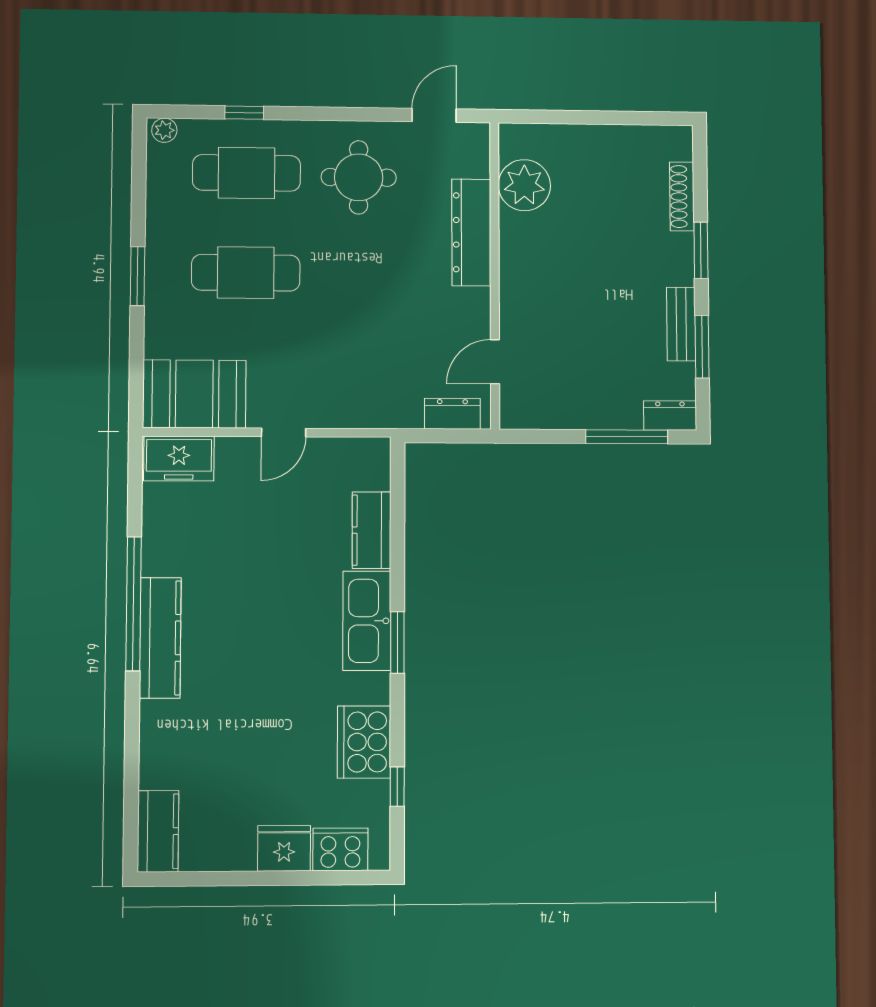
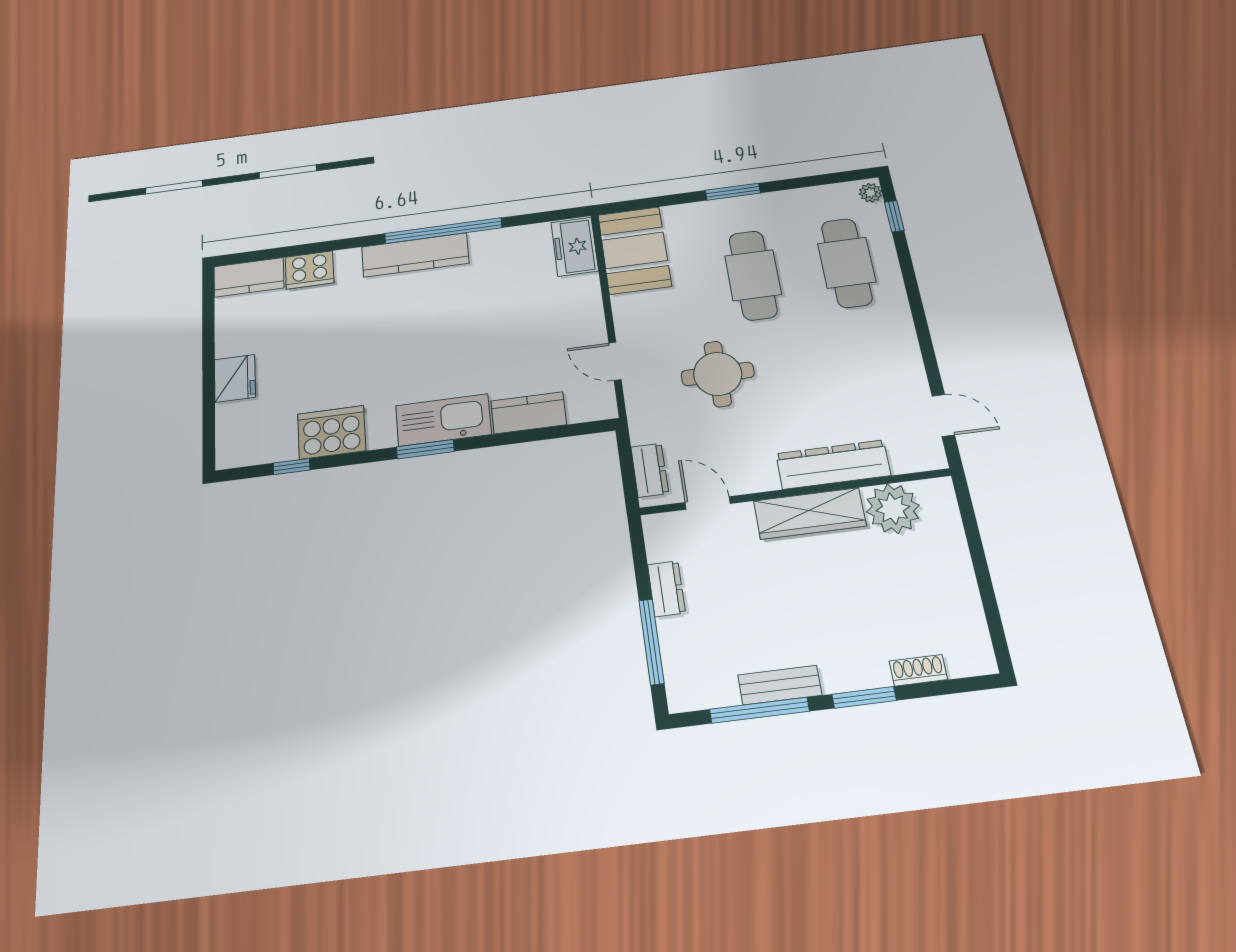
window: (244, 113) -> (894, 216), moved
round table: (359, 177) -> (718, 374), moved
shoe rack: (682, 197) -> (918, 670), width x0.70
wardrobe: (519, 265) -> (810, 513), added
window: (702, 347) -> (759, 710), width x1.44
dresser: (670, 415) -> (666, 589), moved
door: (284, 432) -> (615, 361), moved
cooker: (340, 849) -> (310, 270), moved, turned 90

